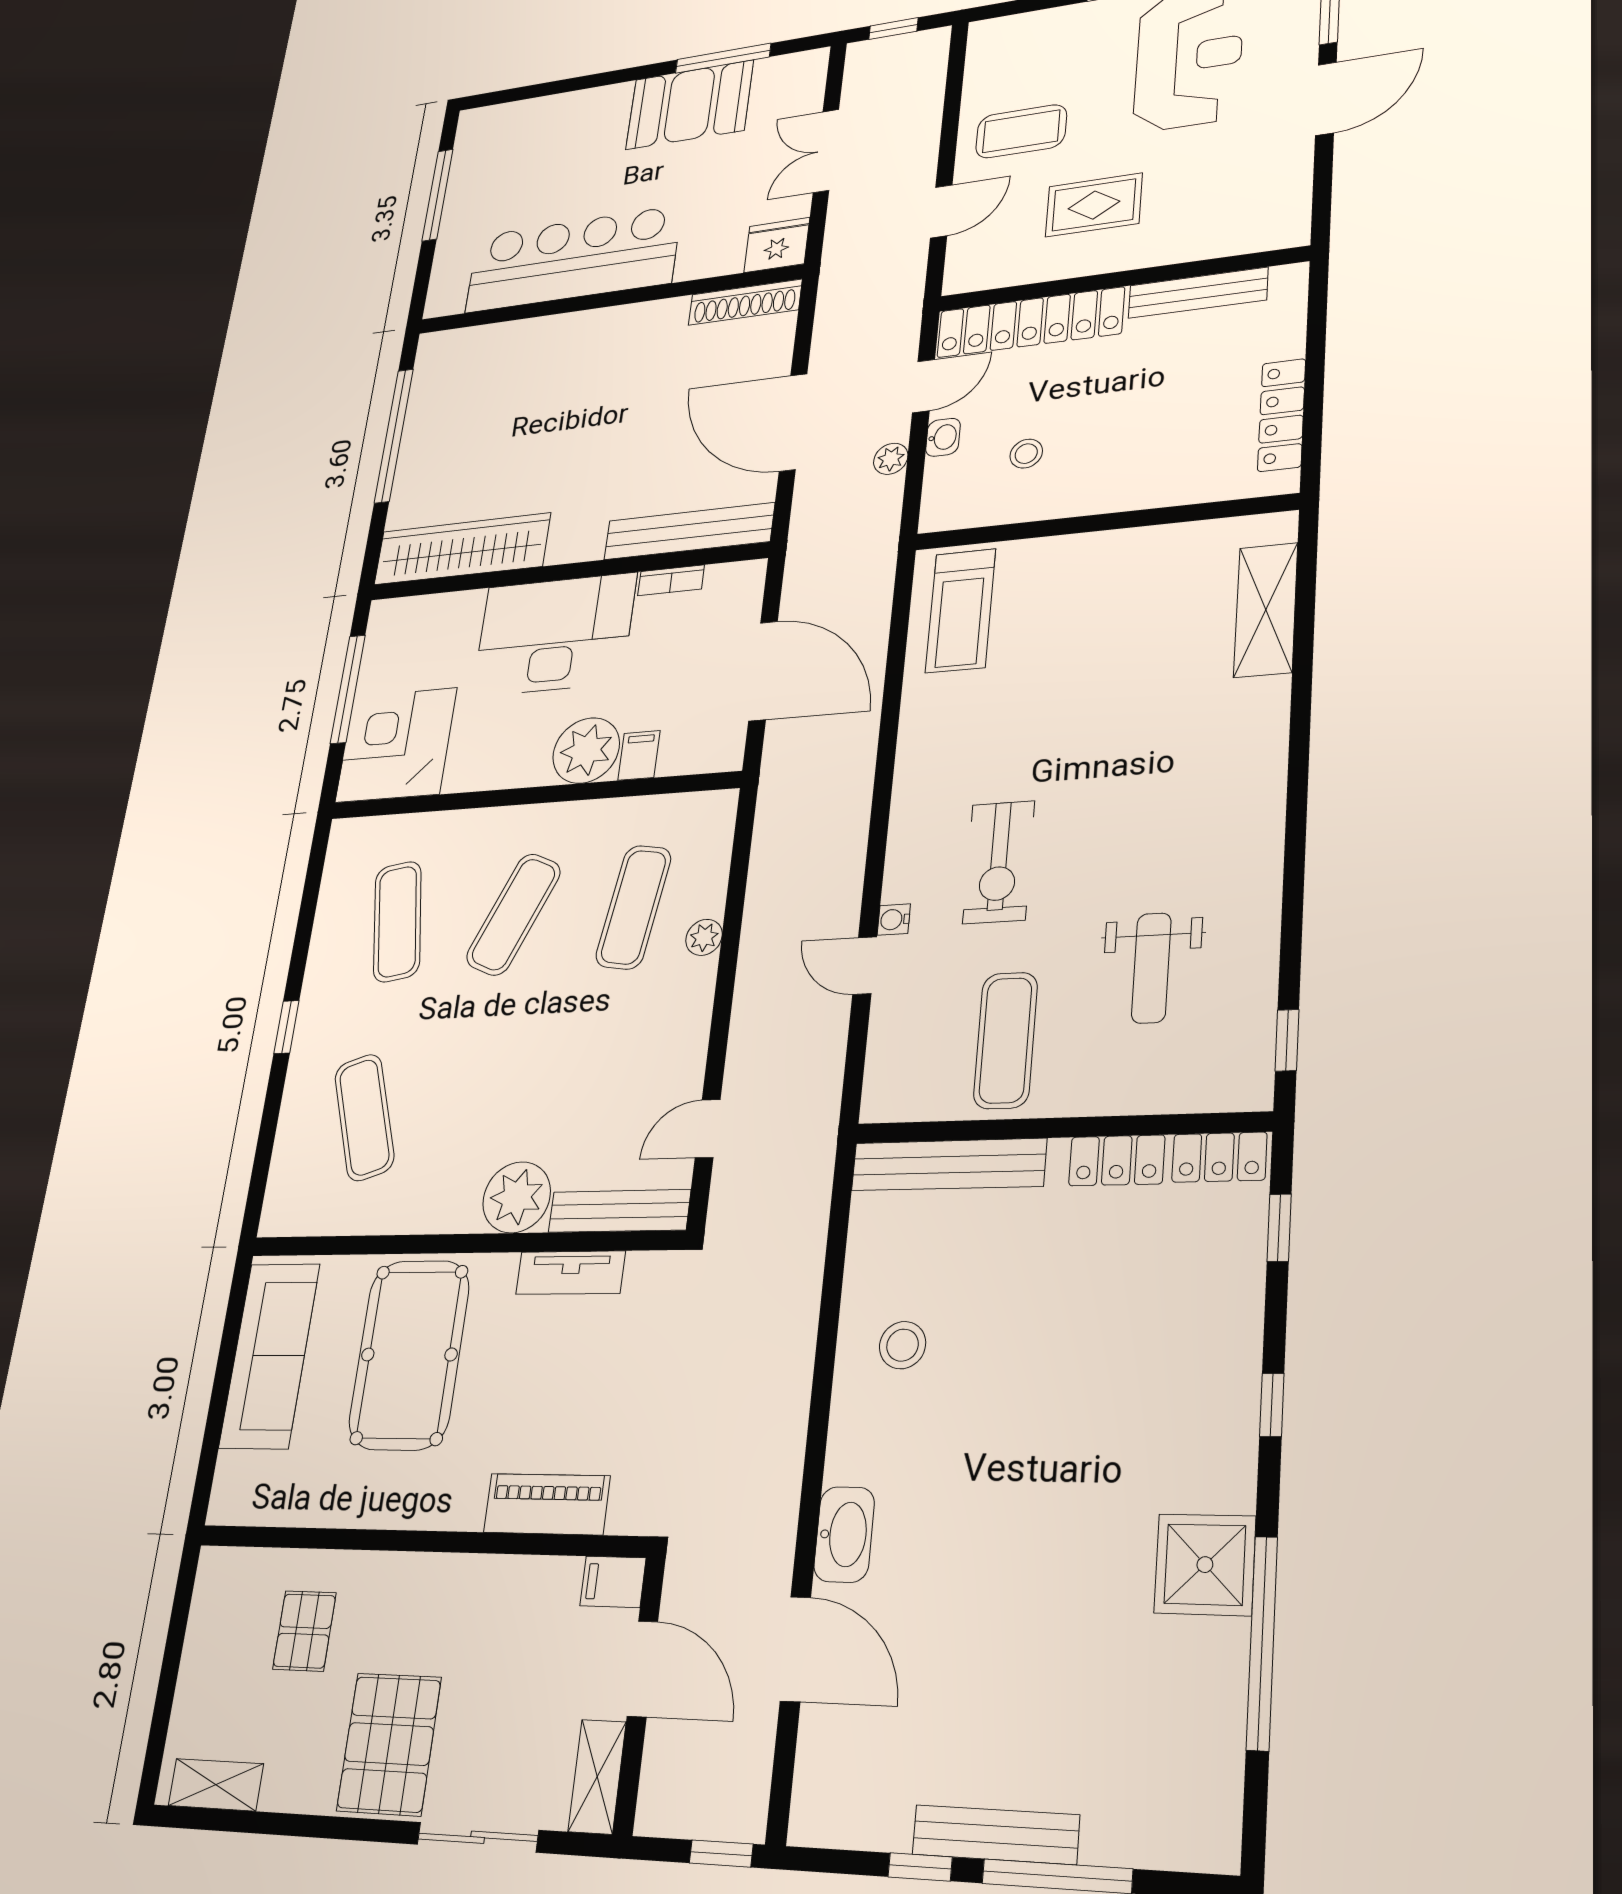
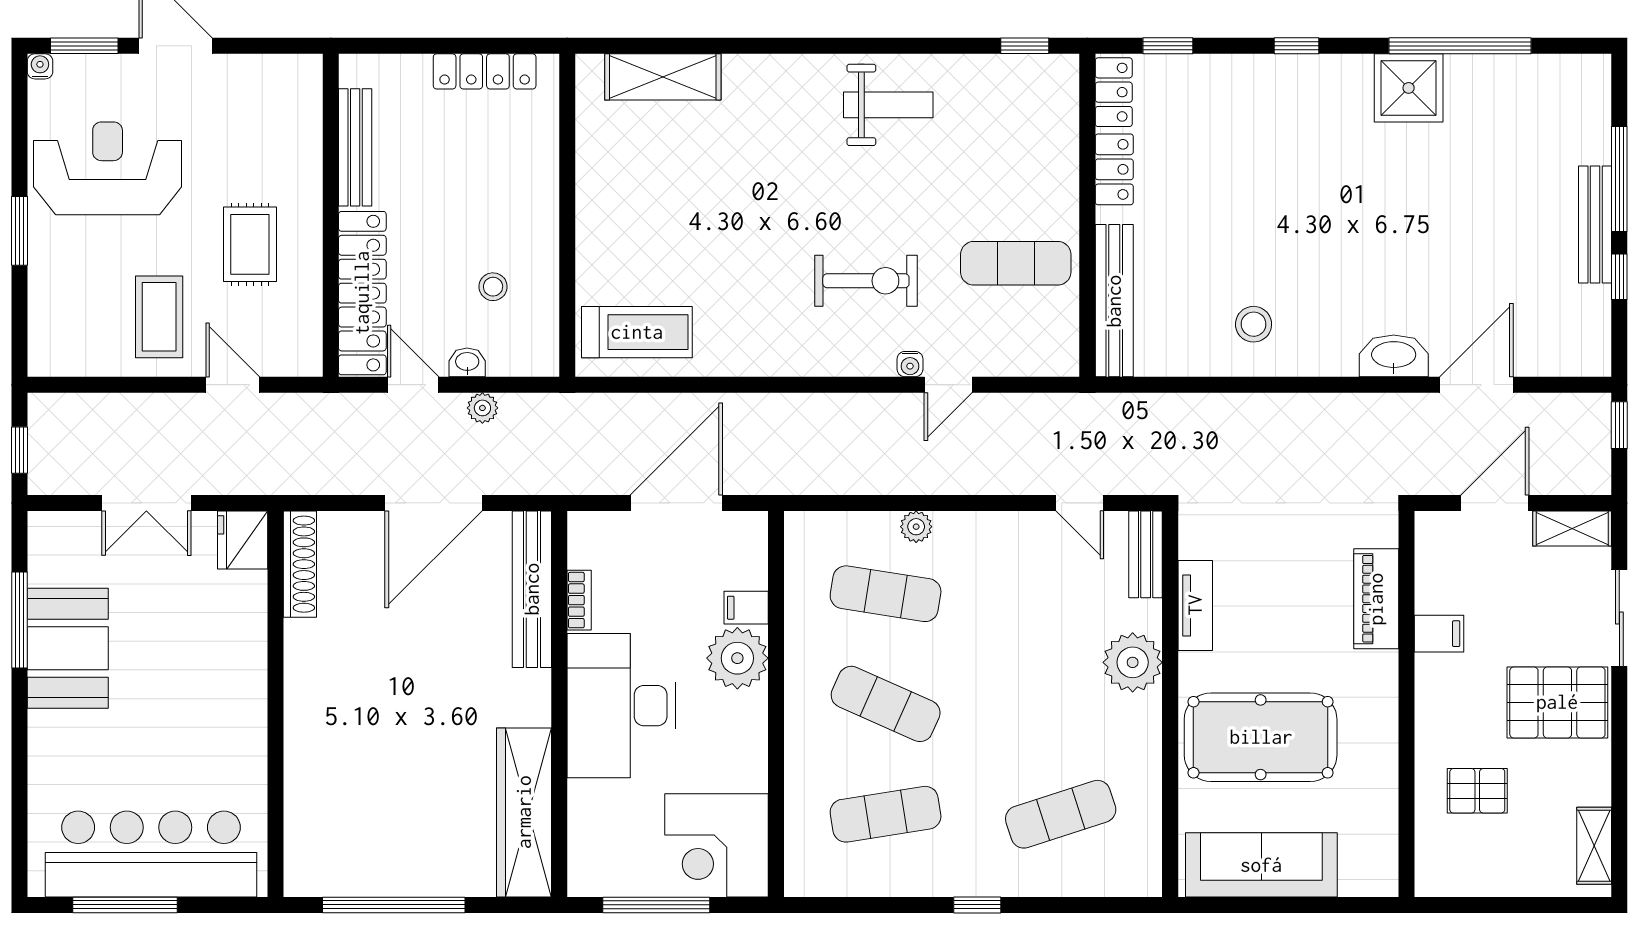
bar counter: (573, 259) -> (151, 854), moved, turned 90
weight bench: (1151, 968) -> (888, 105), moved
bench: (619, 1211) -> (1146, 554), width x0.73
filing cabinet: (613, 1582) -> (1439, 634), moved, turned -90

